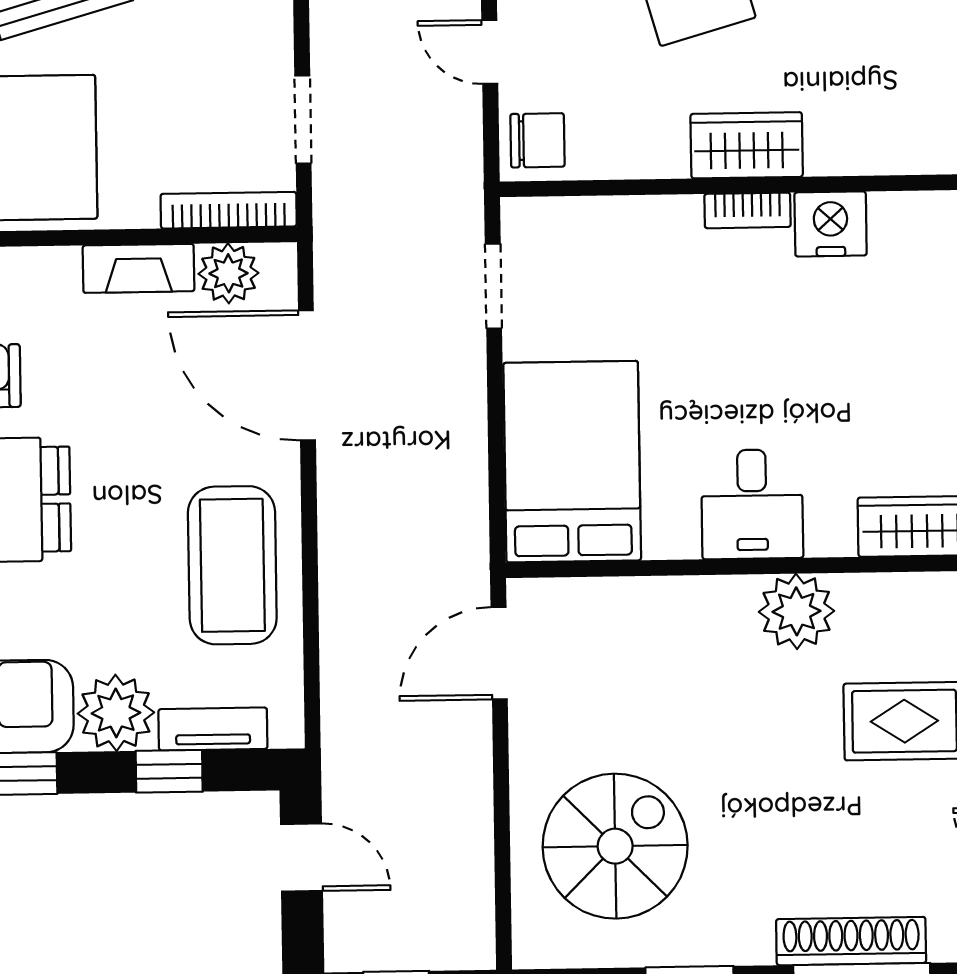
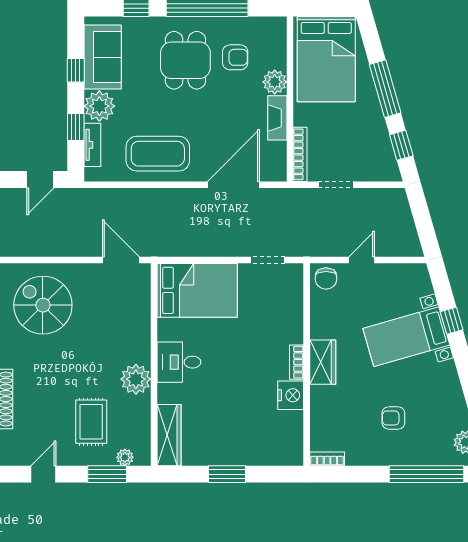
plant: (228, 273) -> (275, 82), moved
spiral stairs: (615, 846) -> (43, 305), turned 180

